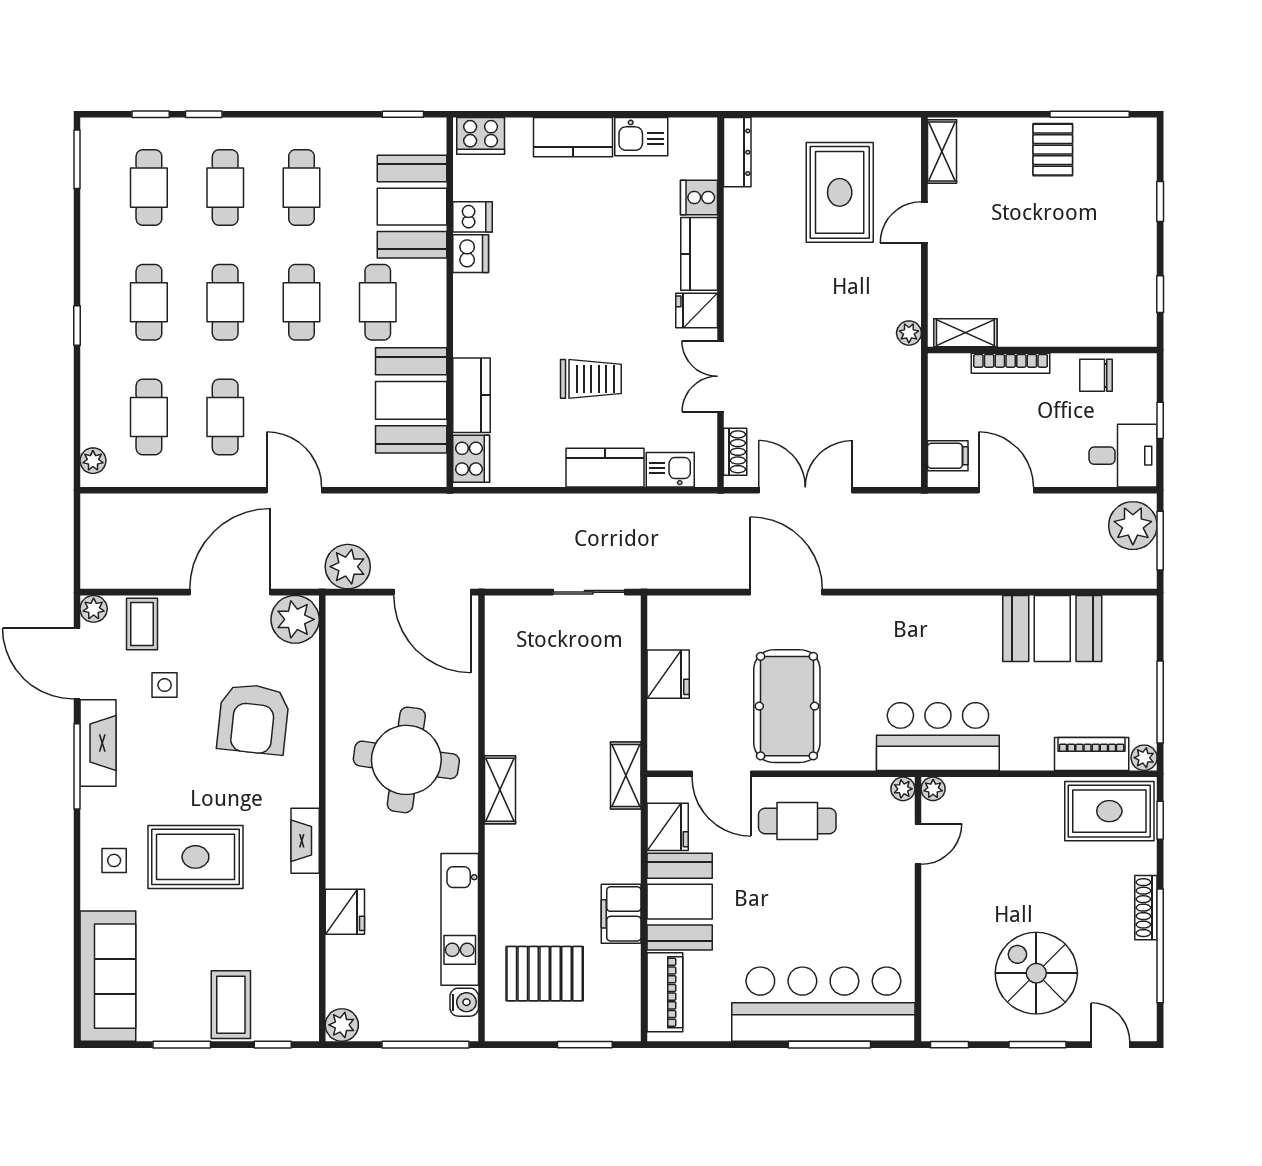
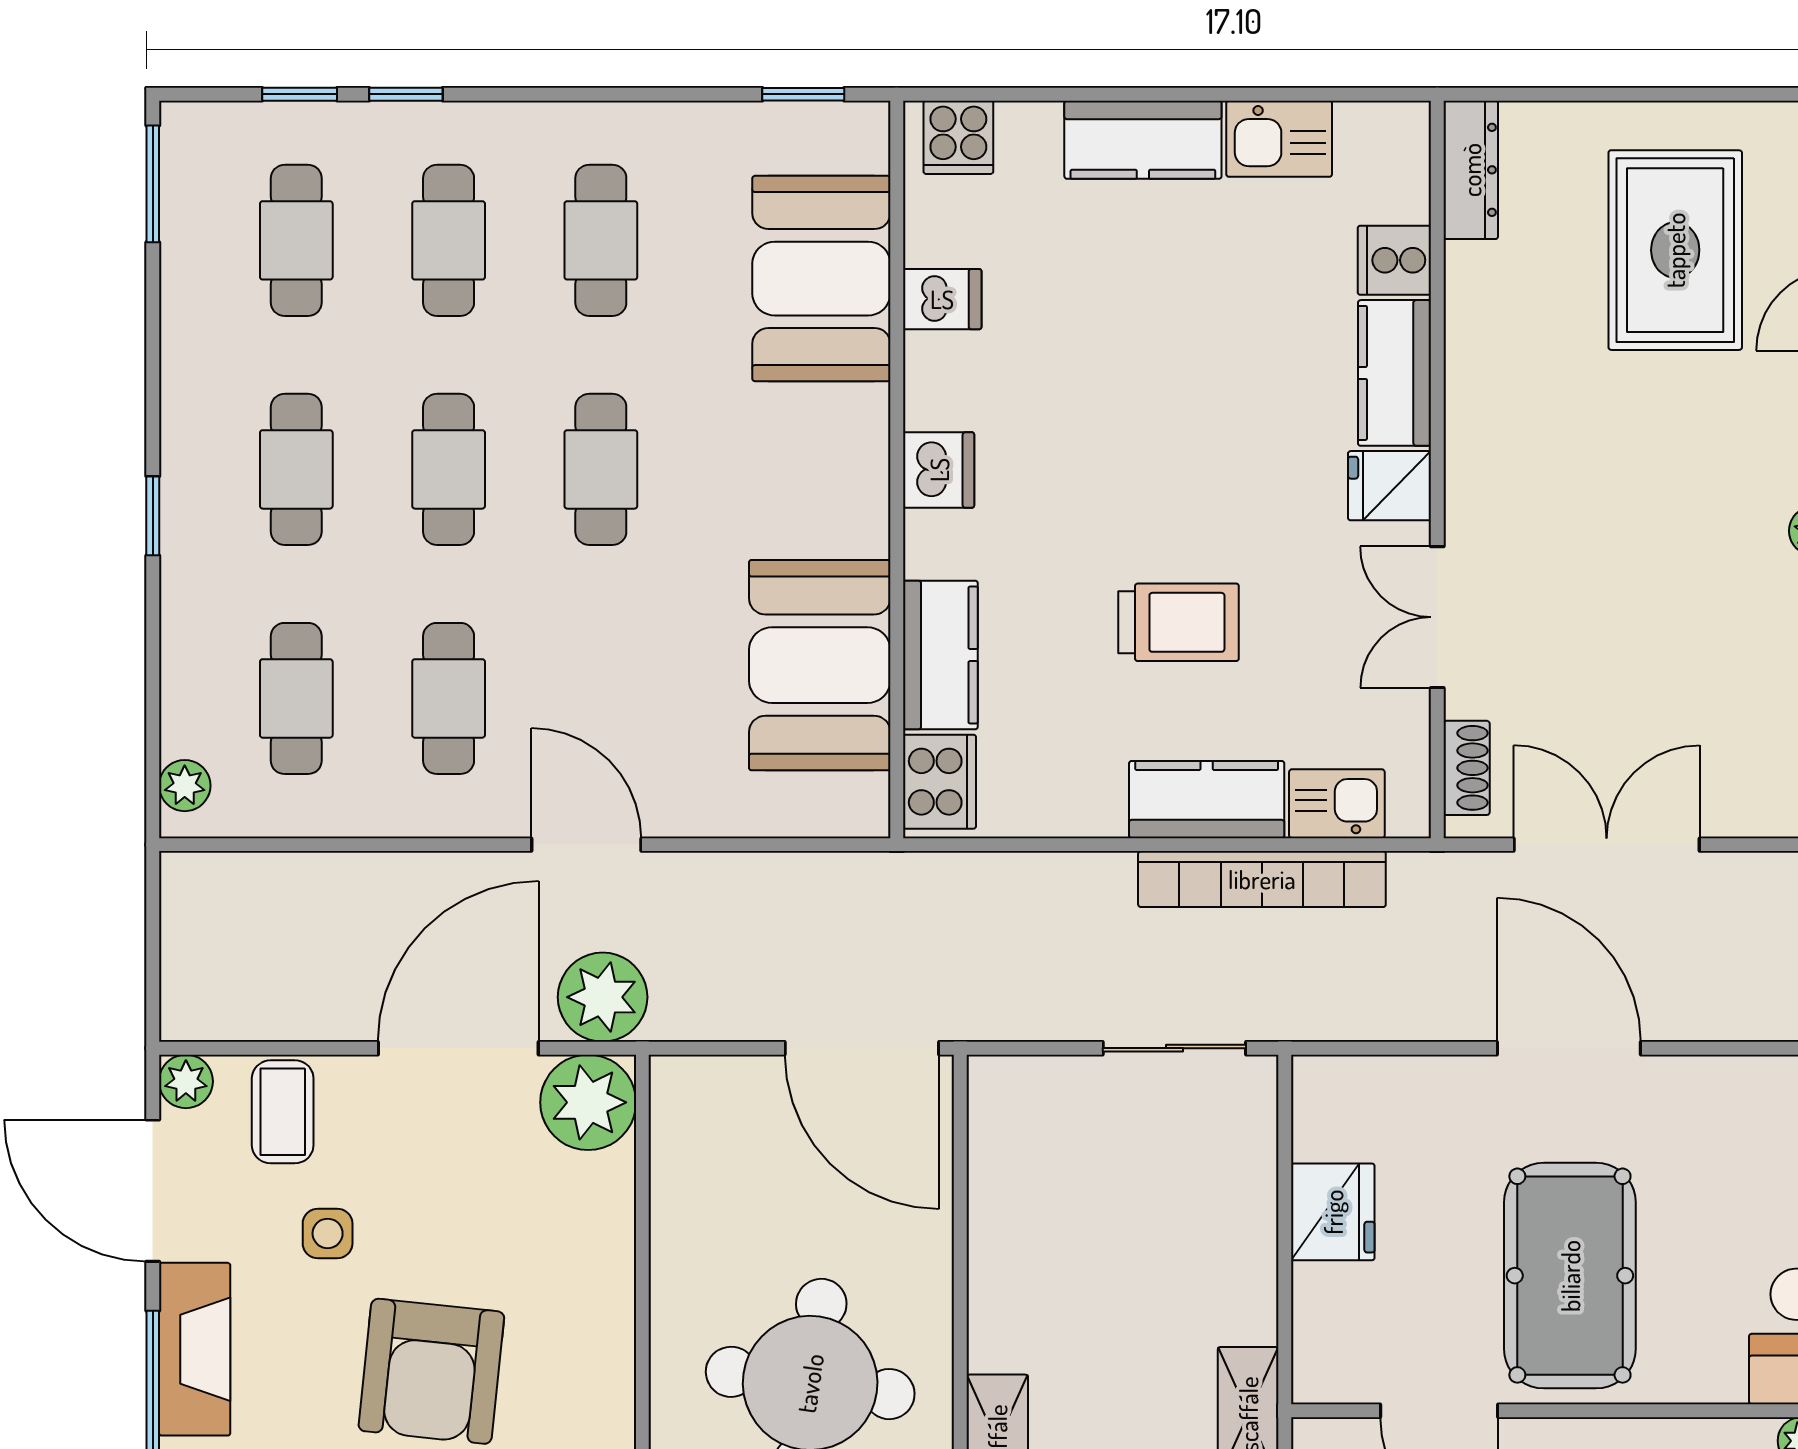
cooker: (481, 136) -> (958, 137), width x0.73
dishwasher: (471, 254) -> (939, 470), moved
cafe table: (378, 302) -> (753, 469), removed
bookcase: (633, 507) -> (1262, 879), added
plant: (348, 567) -> (603, 997), moved
armchair: (253, 719) -> (431, 1371), moved

